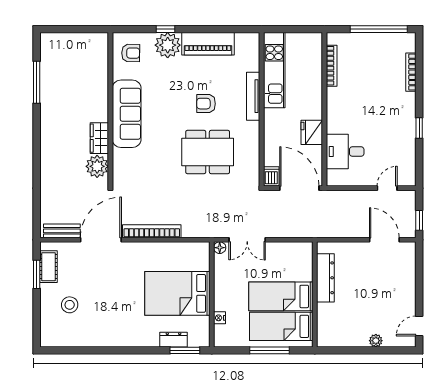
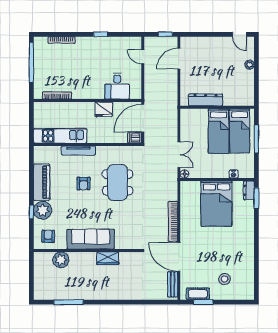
plant: (97, 166) -> (61, 260), moved
dresser: (173, 340) -> (249, 190), moved

